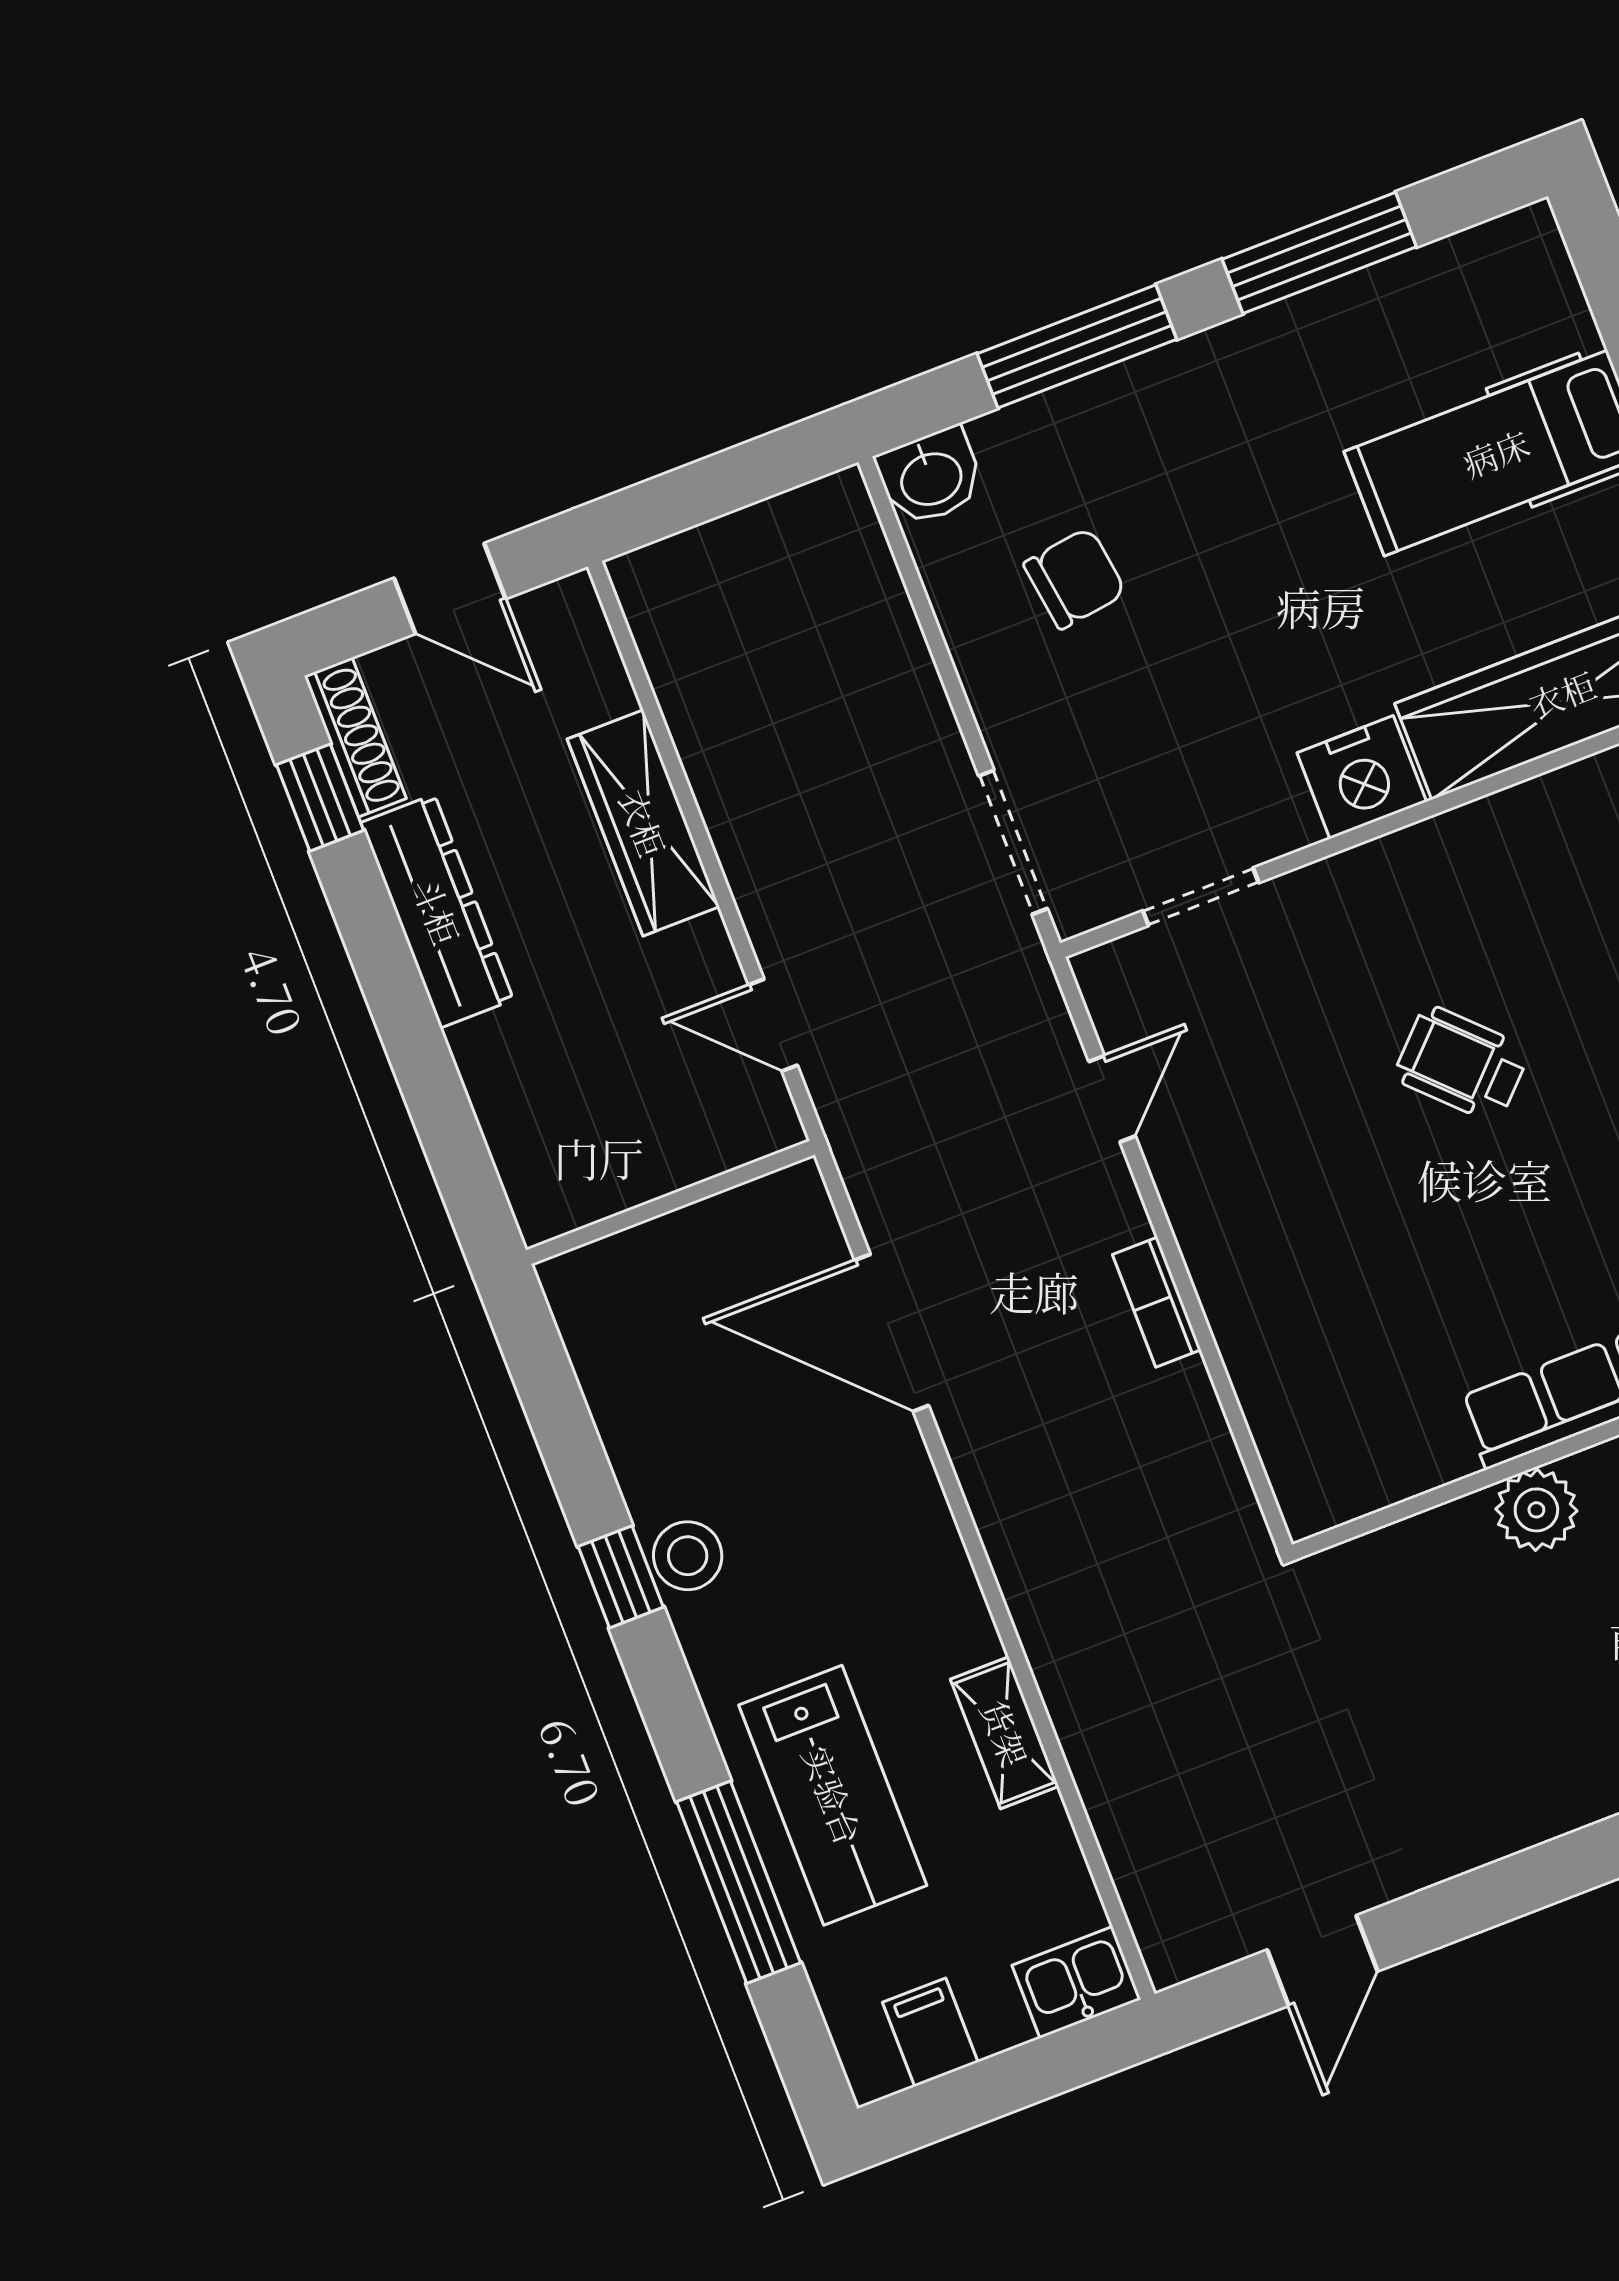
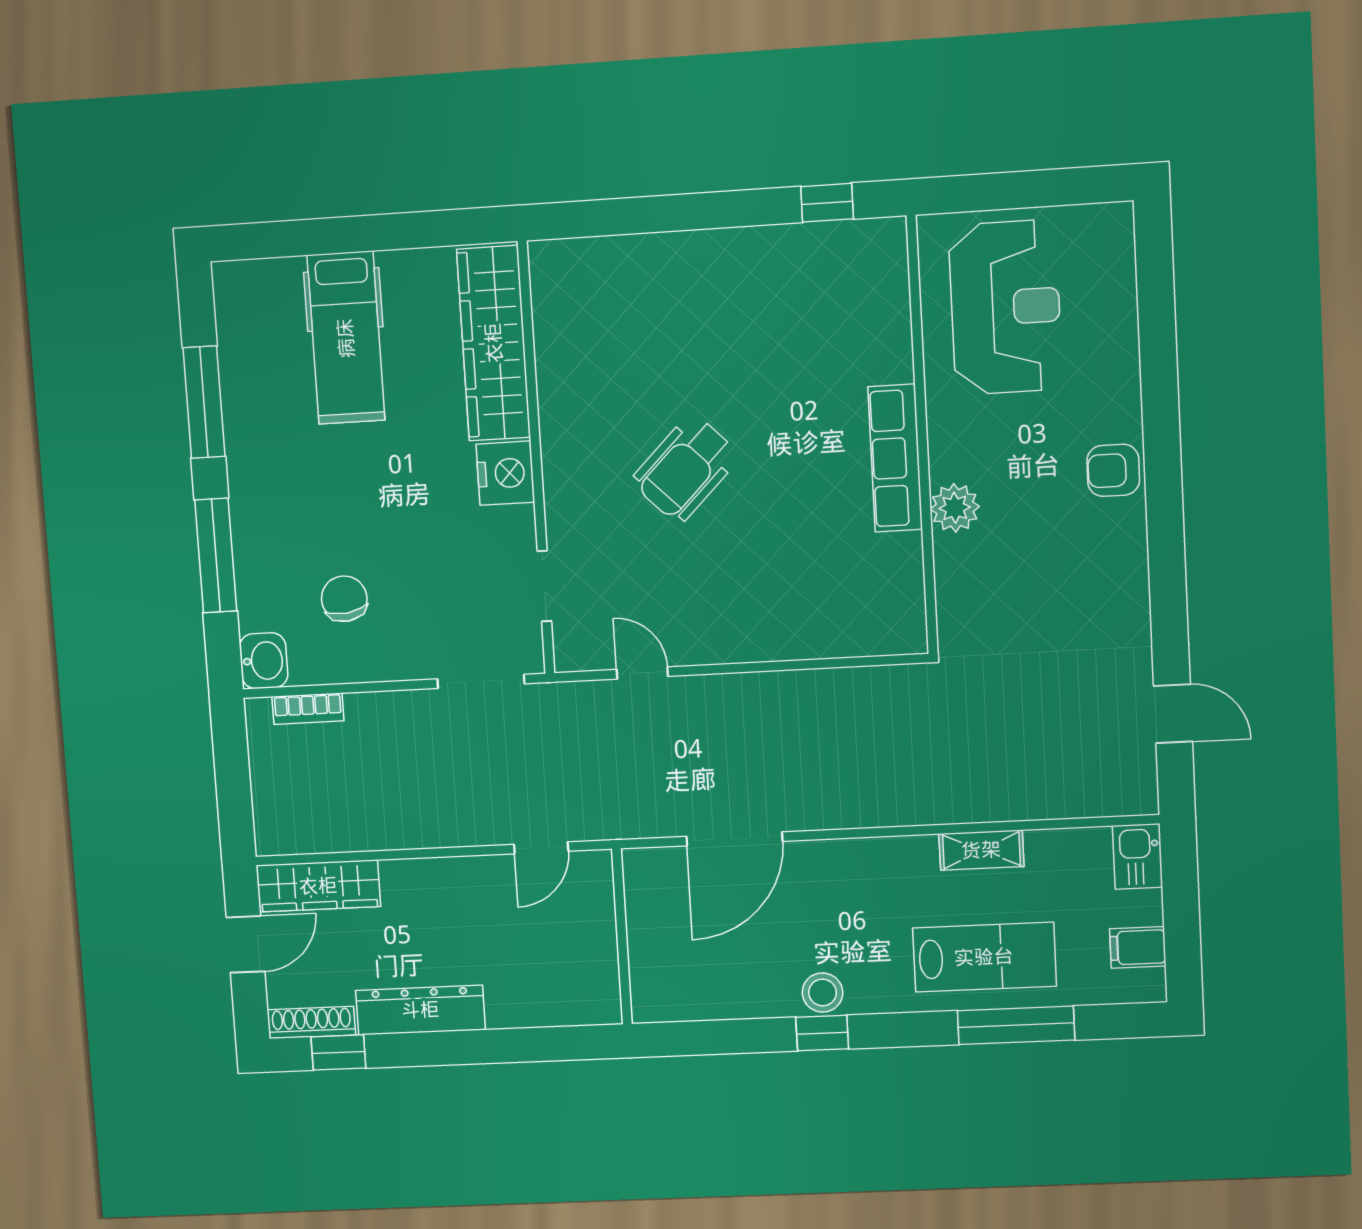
wardrobe: (643, 823) -> (318, 886), moved
wheelchair: (1462, 1064) -> (685, 469), width x1.36, depth x1.37
bookcase: (1157, 1302) -> (308, 709), moved

